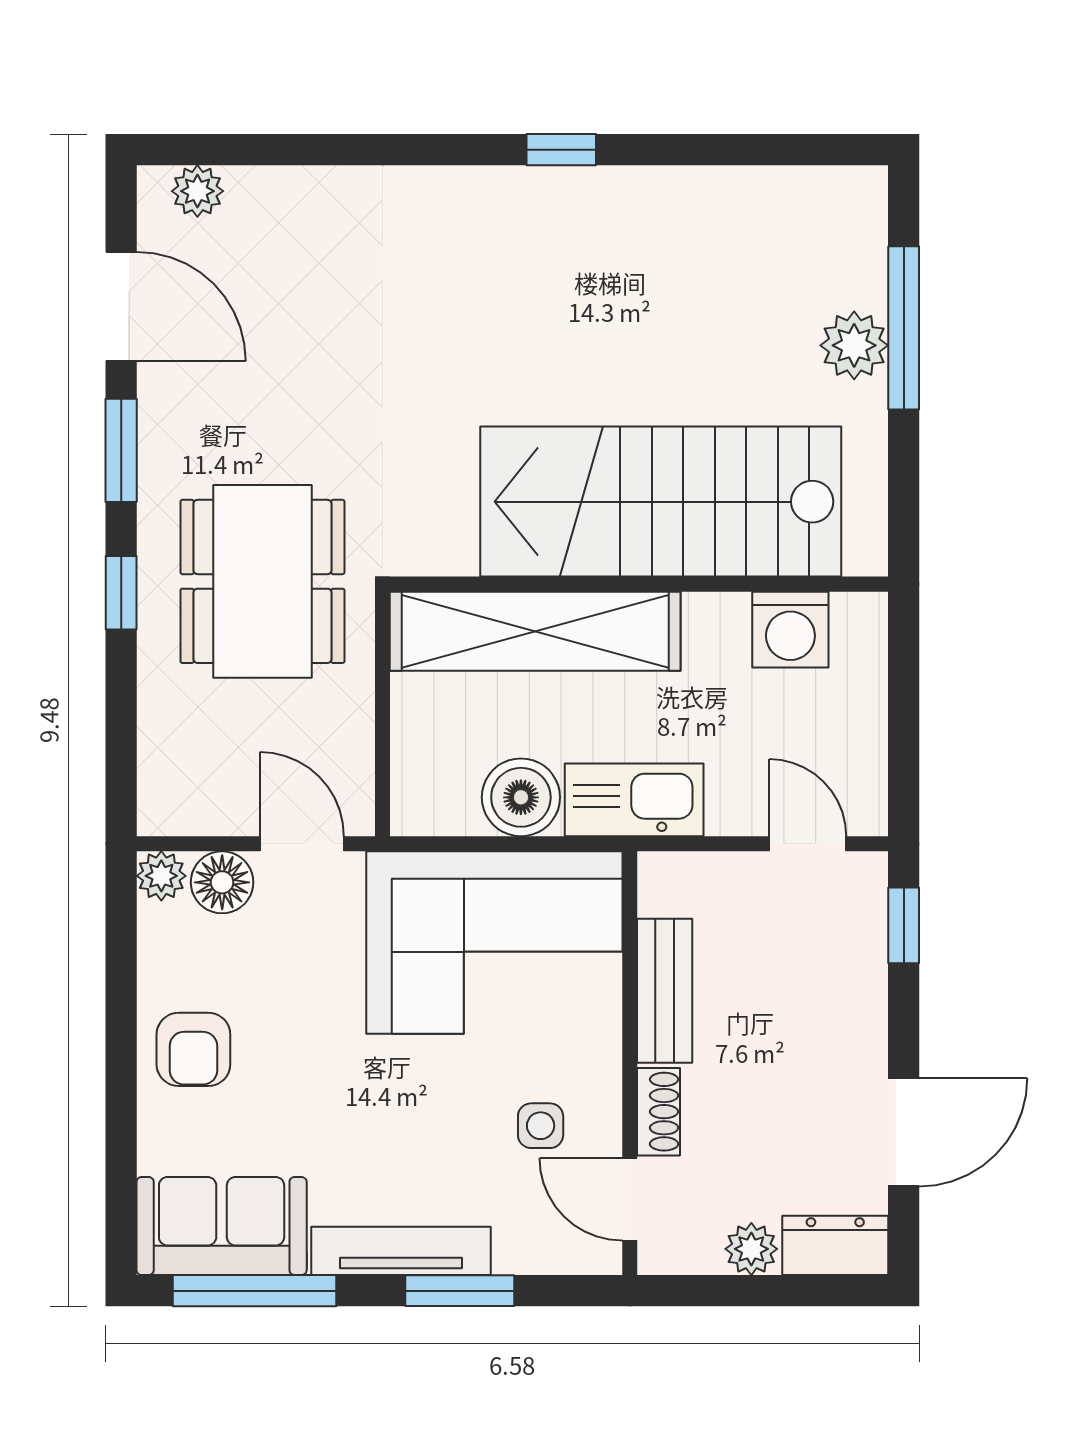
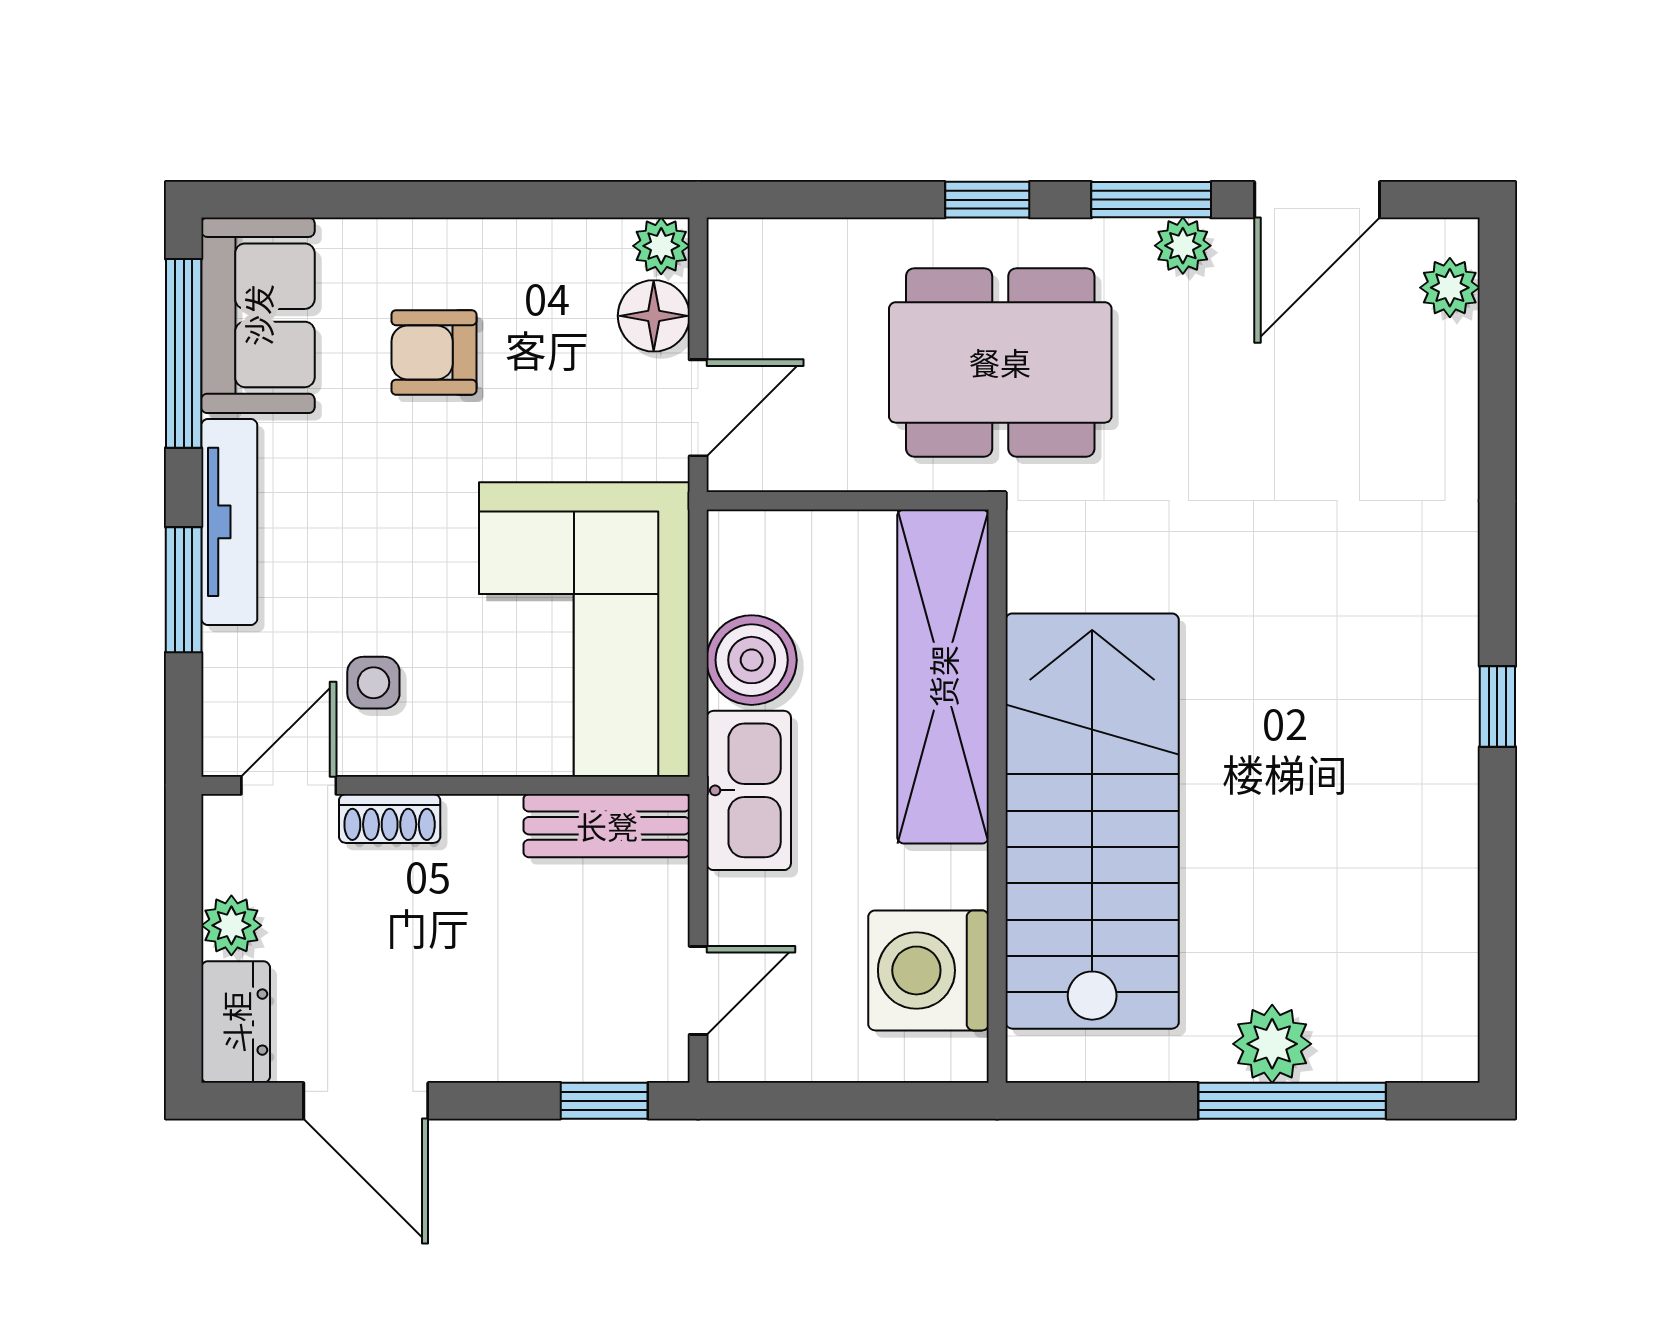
plant: (161, 423) -> (1183, 246), added
washing machine: (790, 630) -> (928, 970), width x1.37, depth x1.37
bench: (665, 991) -> (607, 826), moved
armchair: (193, 1049) -> (434, 352), moved

